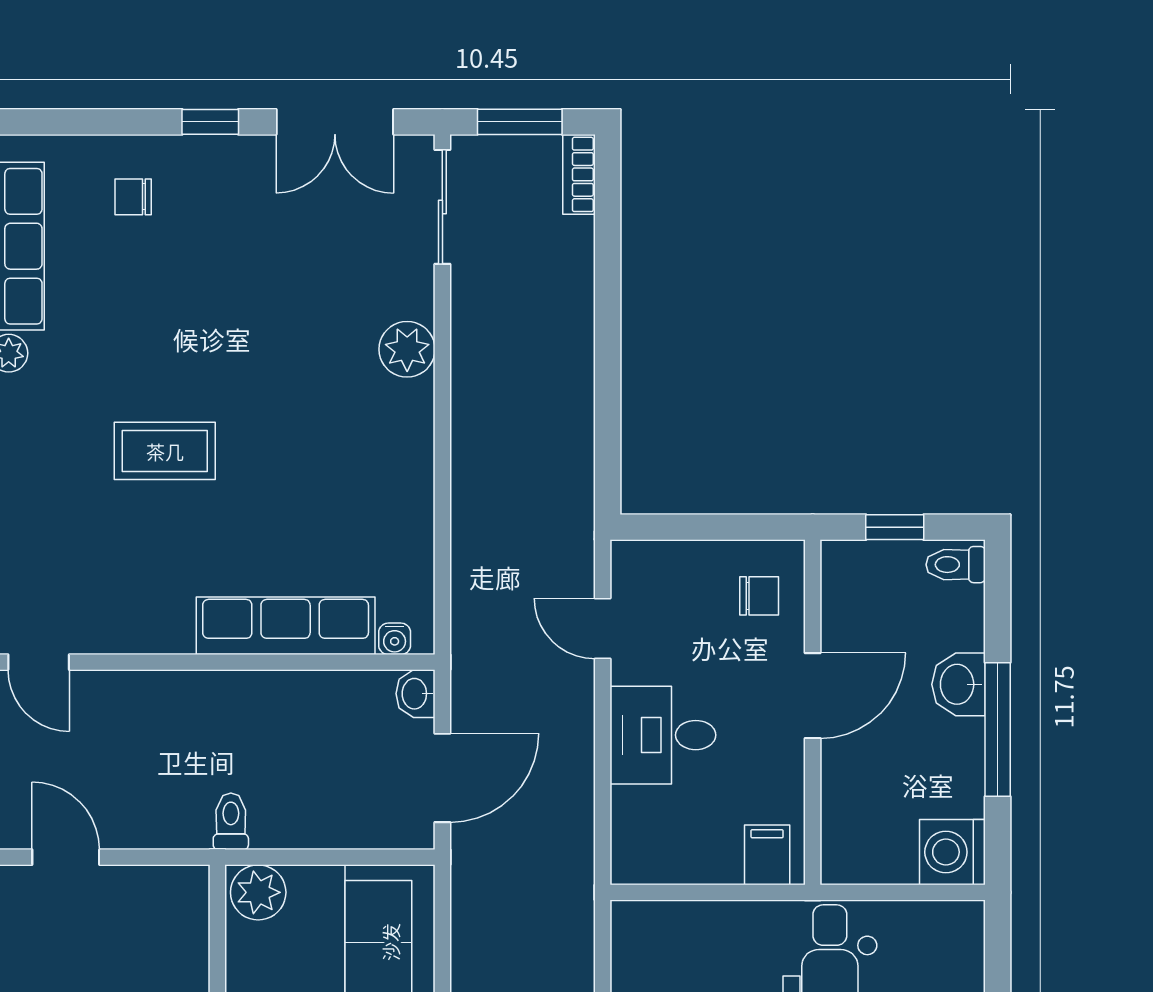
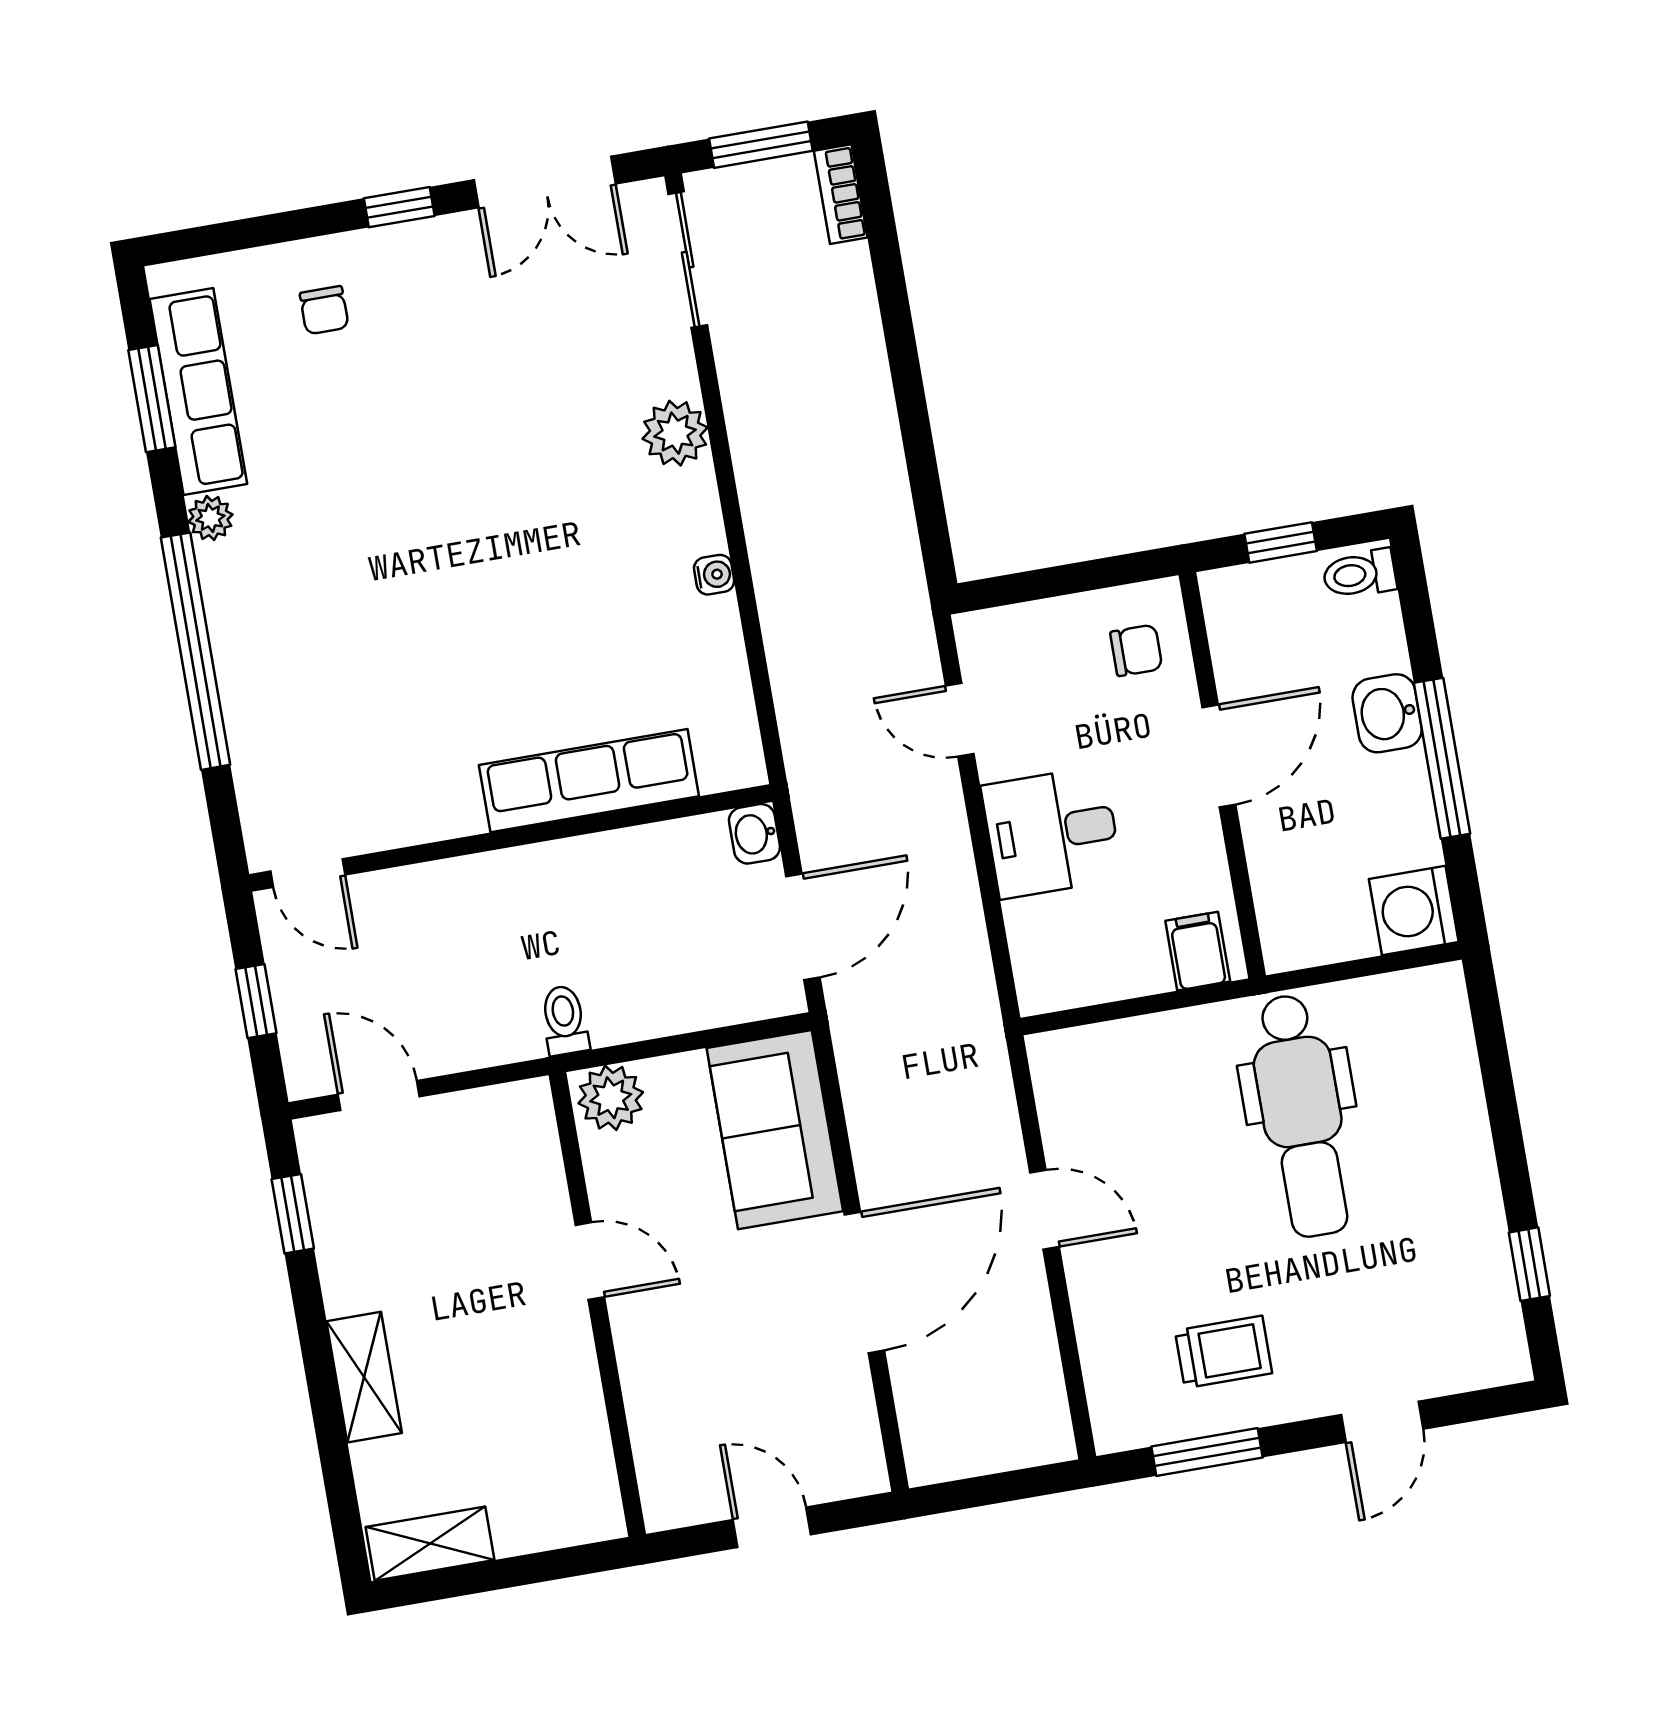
chair: (133, 197) -> (324, 310), turned -90
coffee table: (165, 451) -> (412, 601), removed
water cooler: (395, 639) -> (714, 575), moved, turned -90

